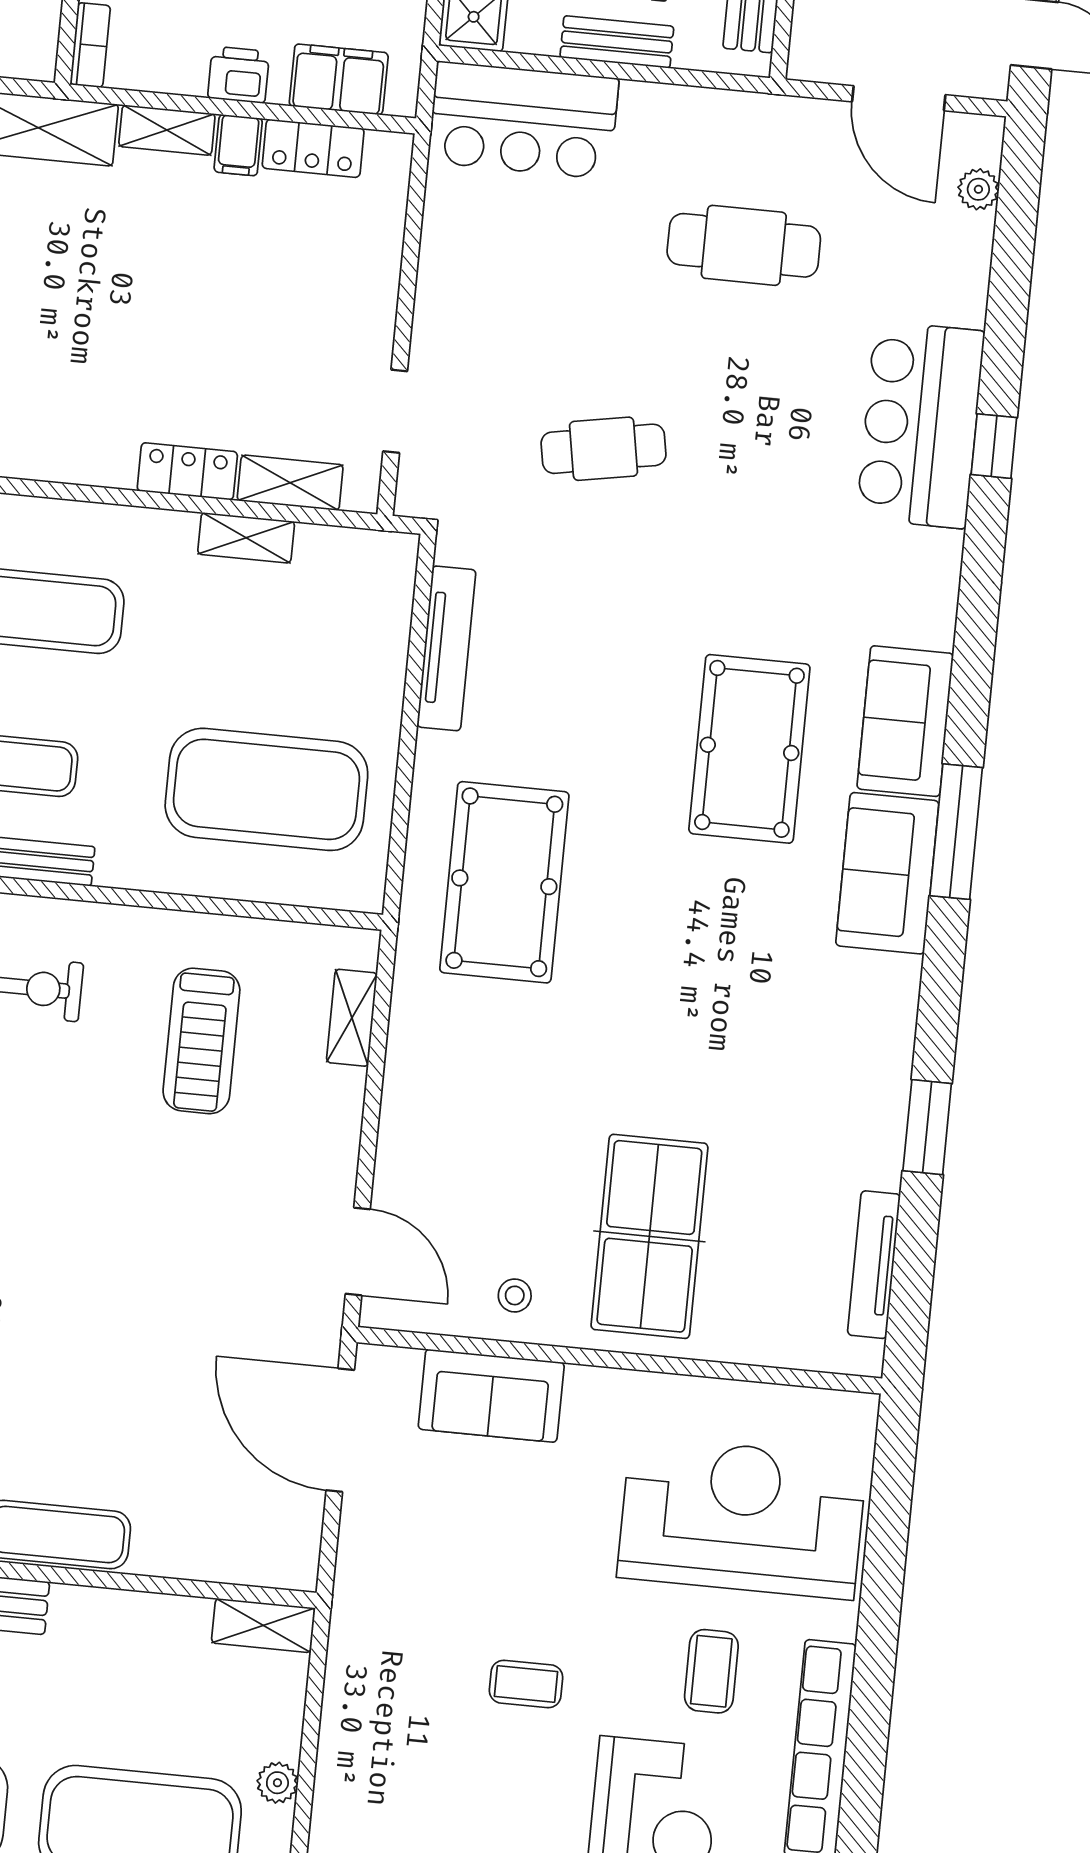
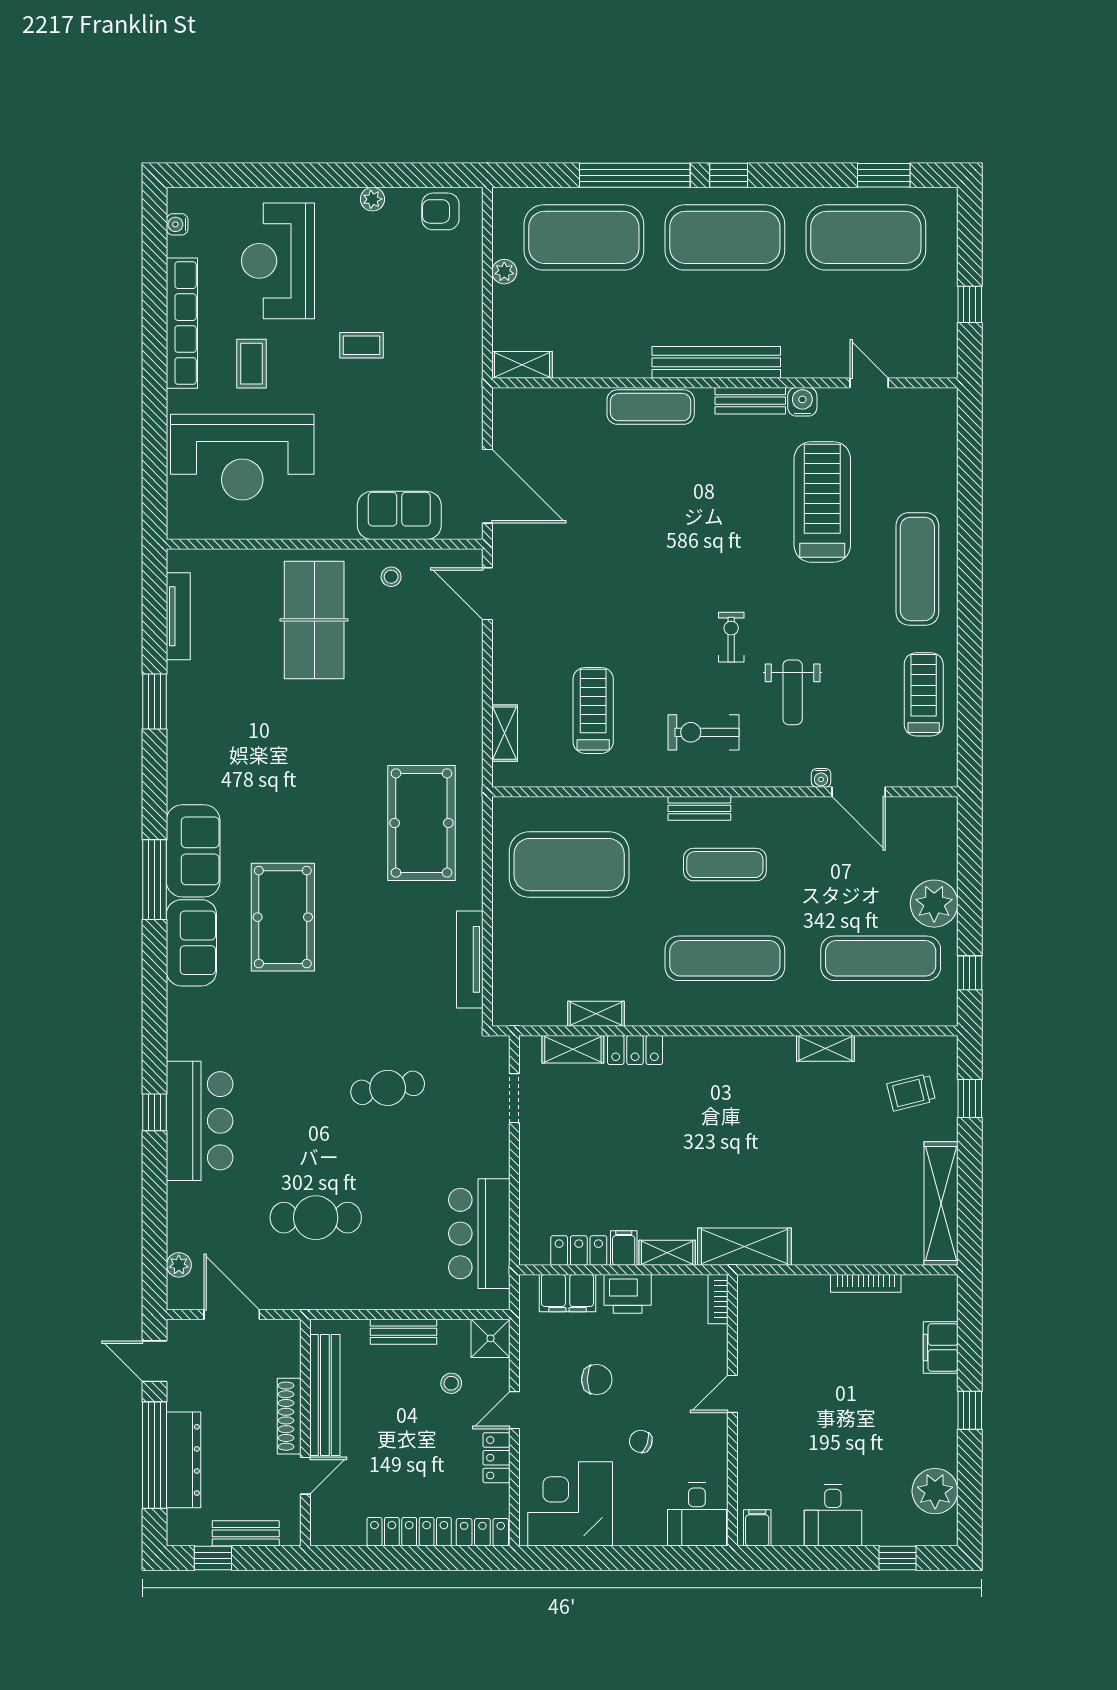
printer: (239, 75) -> (628, 1294), width x1.36, depth x1.24
bar counter: (523, 120) -> (479, 1234), moved, turned -90

